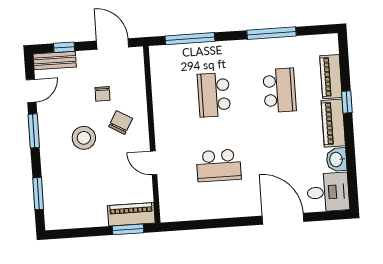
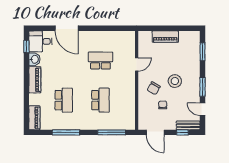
piano: (331, 77) -> (34, 118), moved
school desk: (279, 90) -> (64, 100), turned 180
door: (31, 91) -> (202, 109), hinge flipped
window: (347, 102) -> (26, 47), moved
door: (154, 163) -> (137, 64), hinge flipped
piano: (131, 214) -> (165, 37), moved
window: (128, 229) -> (154, 28), removed

